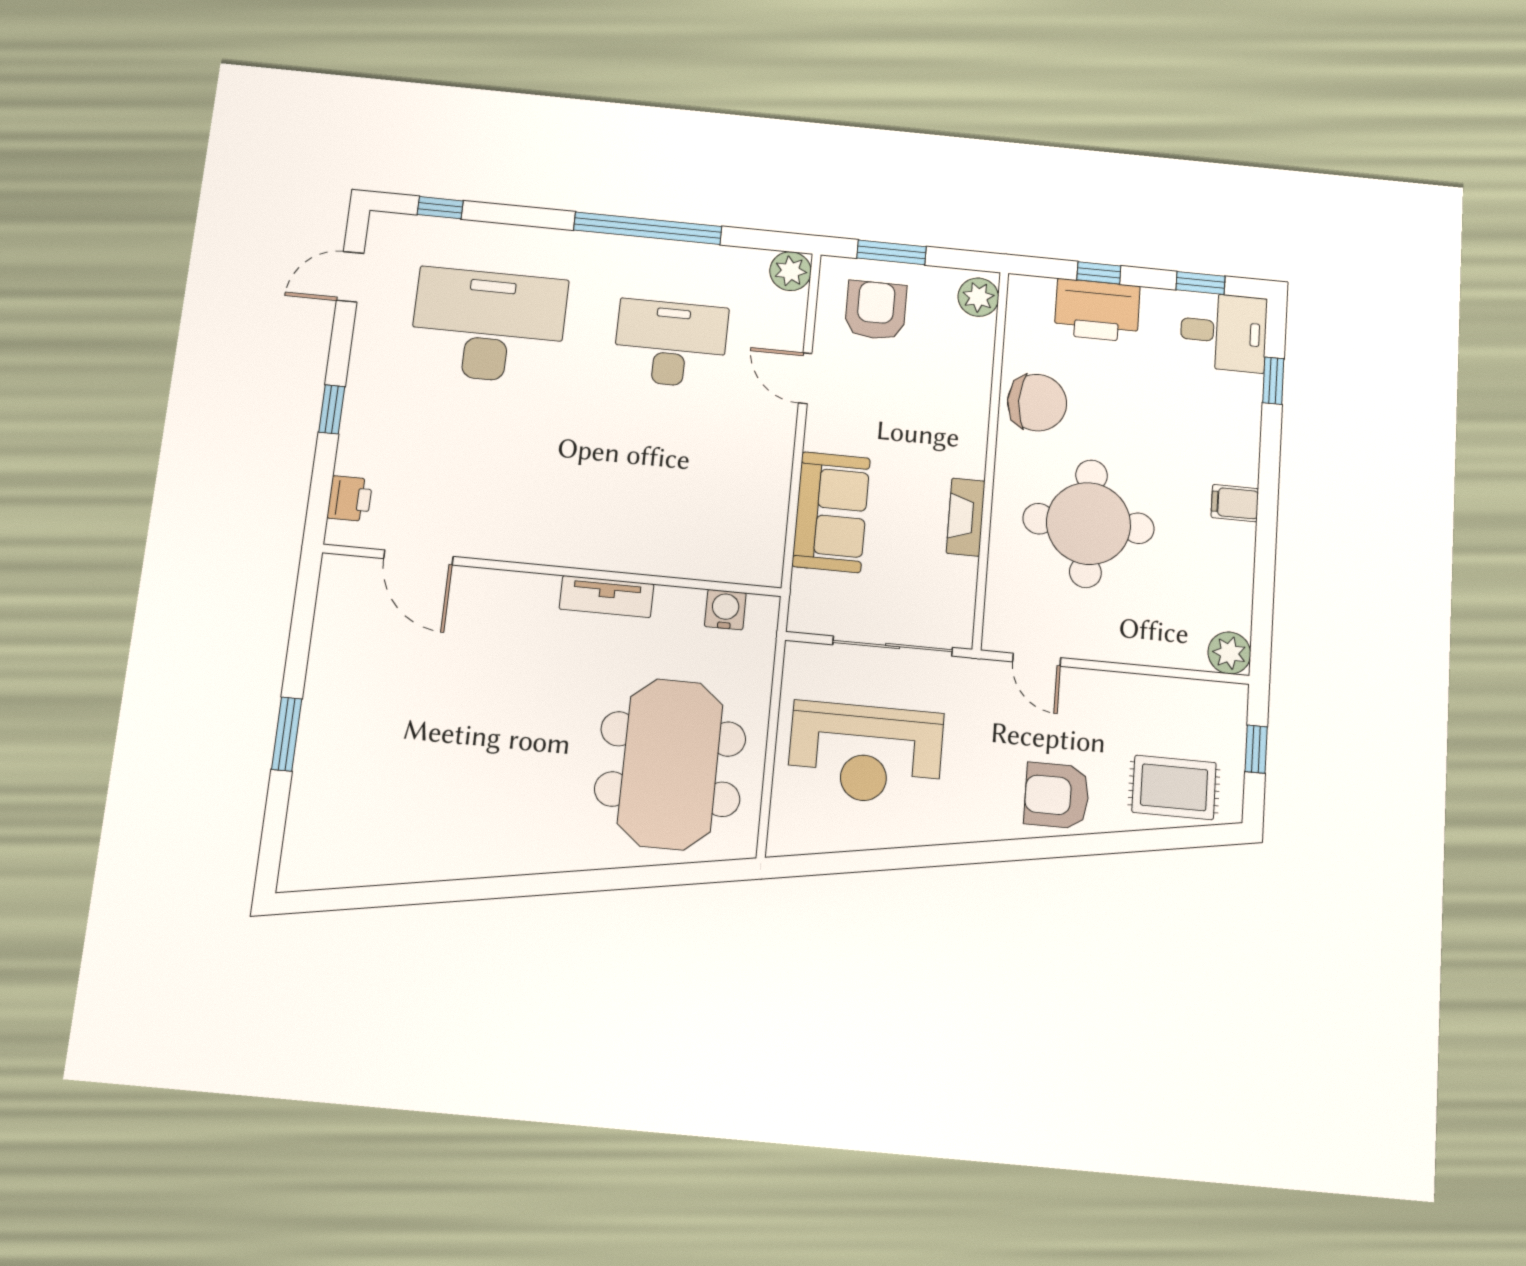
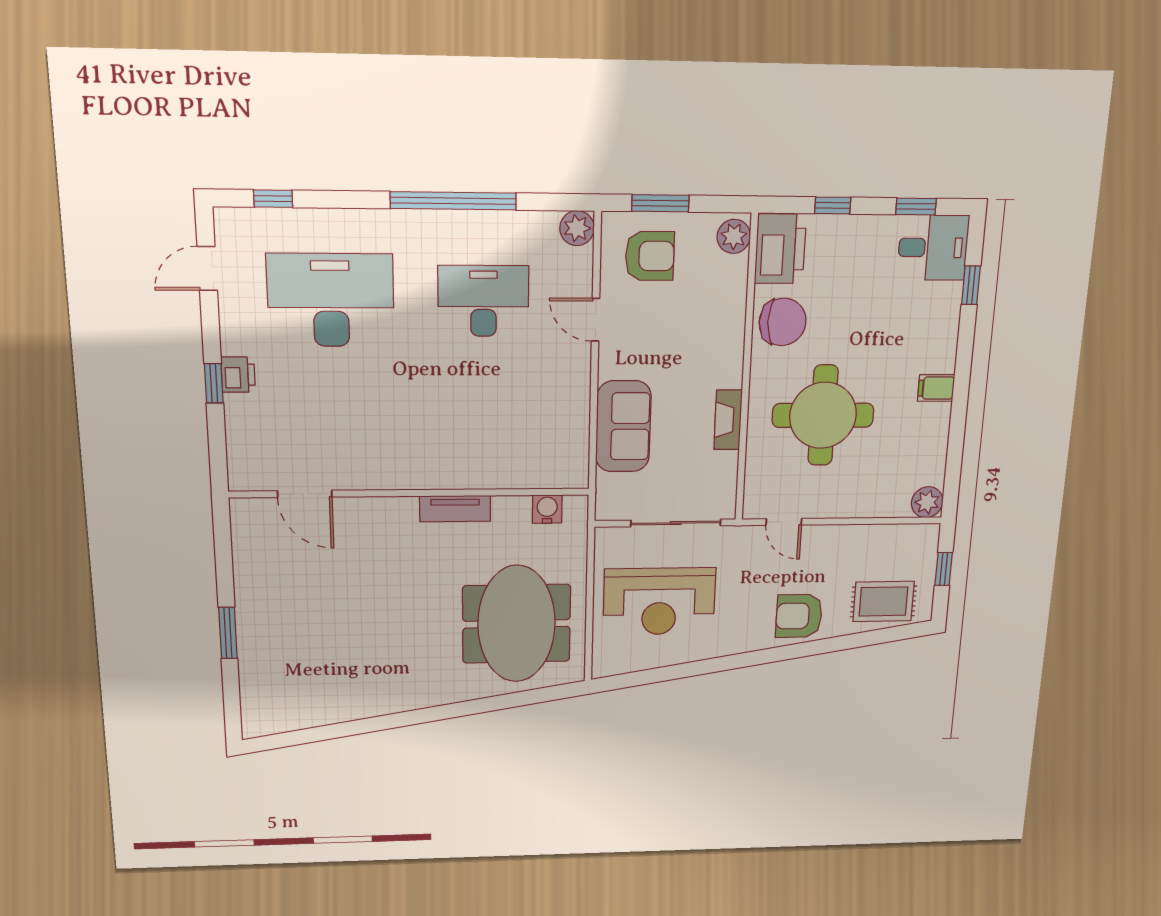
armchair: (876, 310) -> (650, 256), turned 90
printer: (1097, 310) -> (780, 249), moved, turned -90
printer: (350, 499) -> (238, 375), moved

